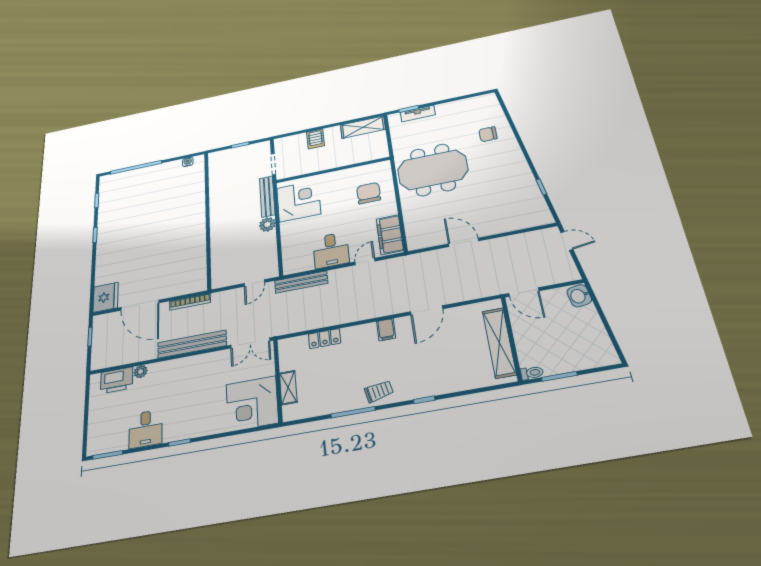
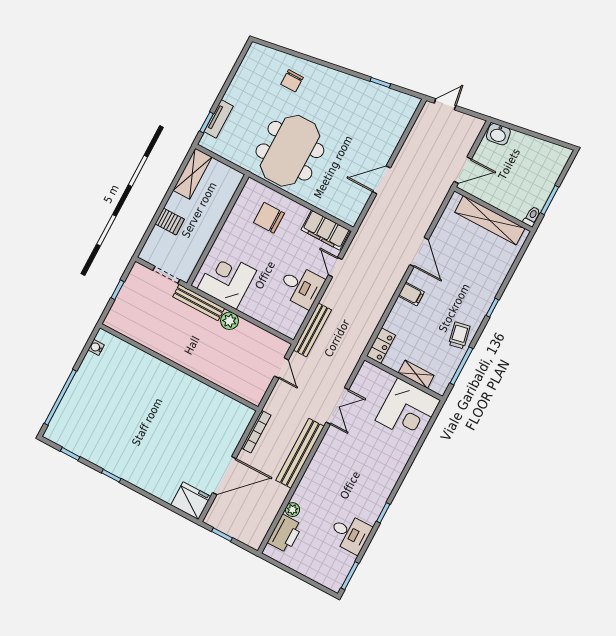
wall: (278, 380) -> (403, 378), moved
shelving: (288, 388) -> (416, 374), moved
corner desk: (252, 404) -> (408, 410), moved

